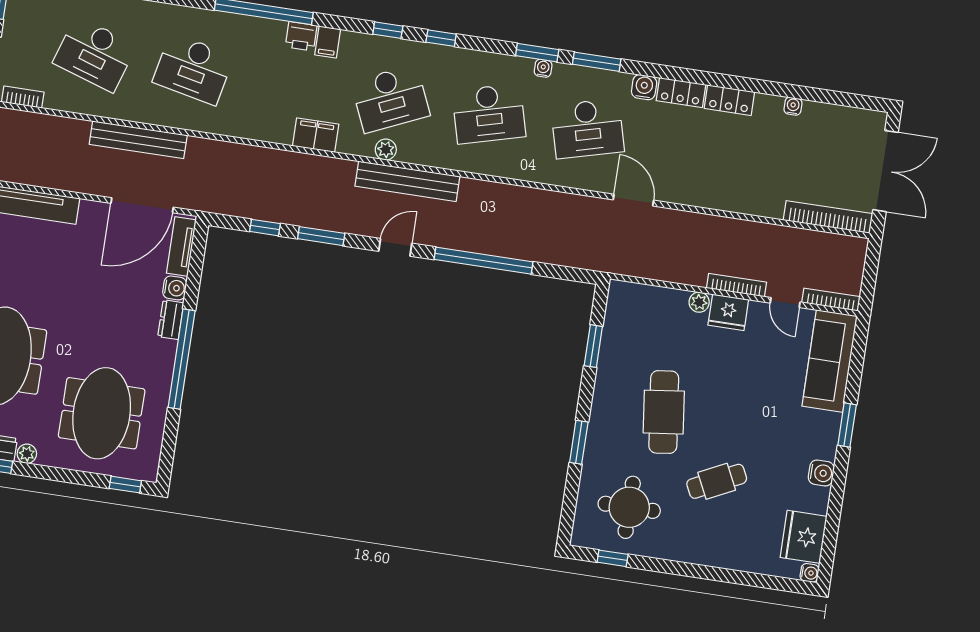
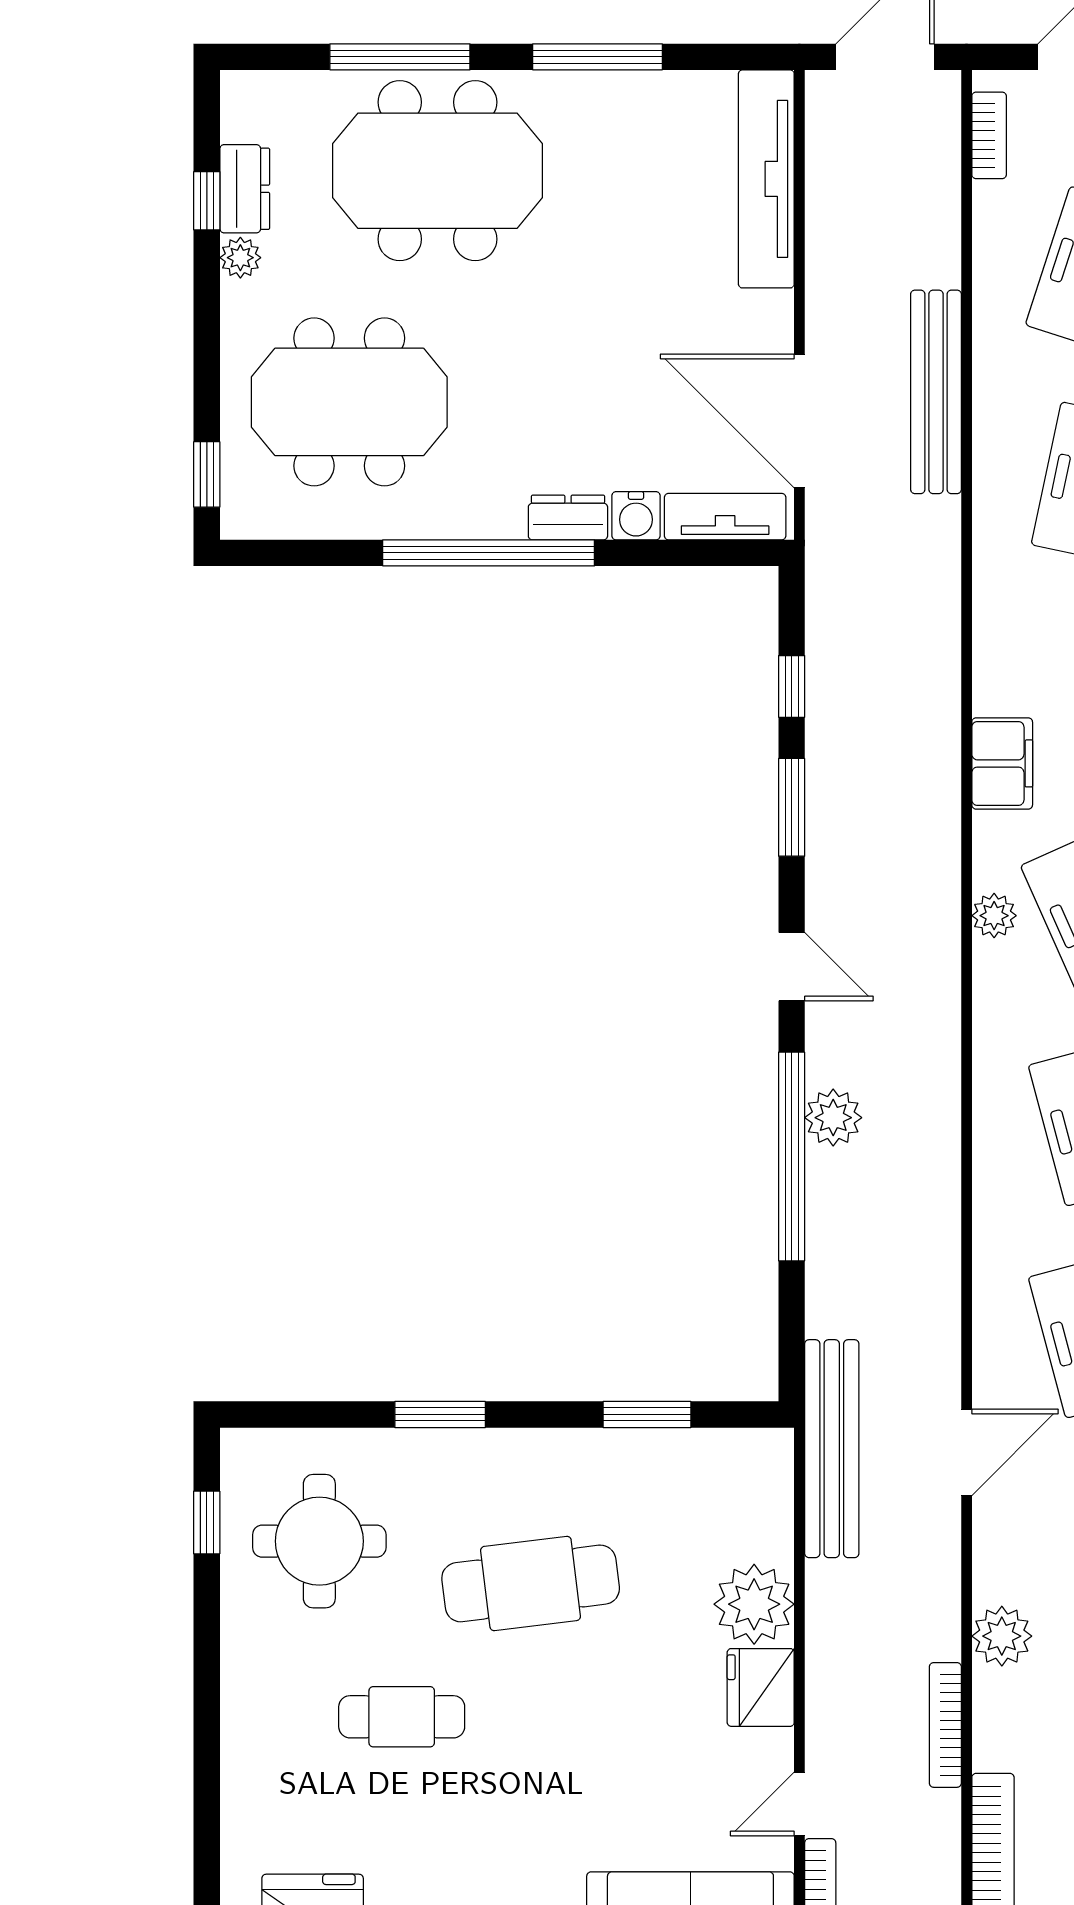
bench: (407, 181) -> (832, 1449), moved
plant: (721, 197) -> (1002, 1636), added
plant: (468, 239) -> (833, 1118), added
bookcase: (736, 285) -> (945, 1725), moved, turned 180
plant: (699, 302) -> (754, 1604), width x1.87, depth x1.87
cafe table: (717, 481) -> (402, 1717), turned -64

